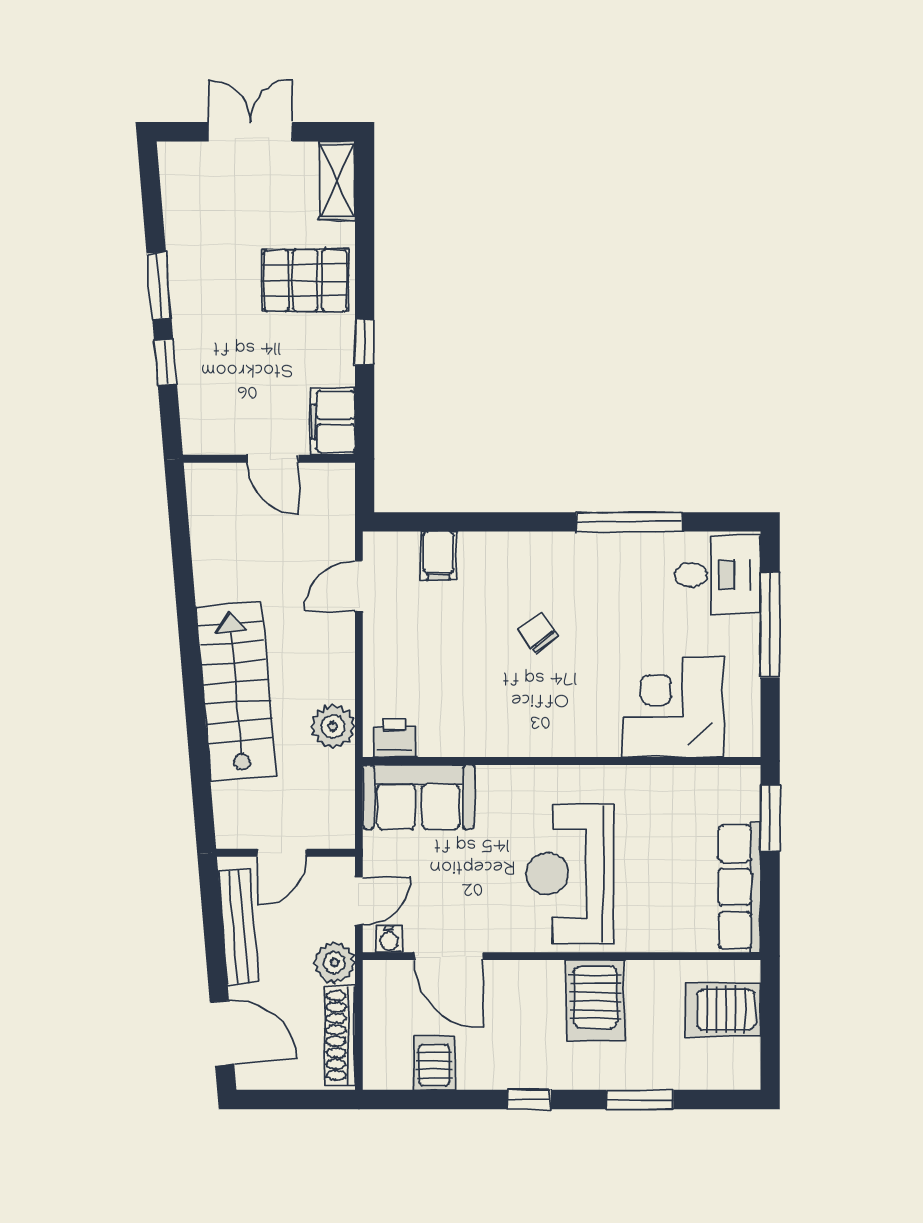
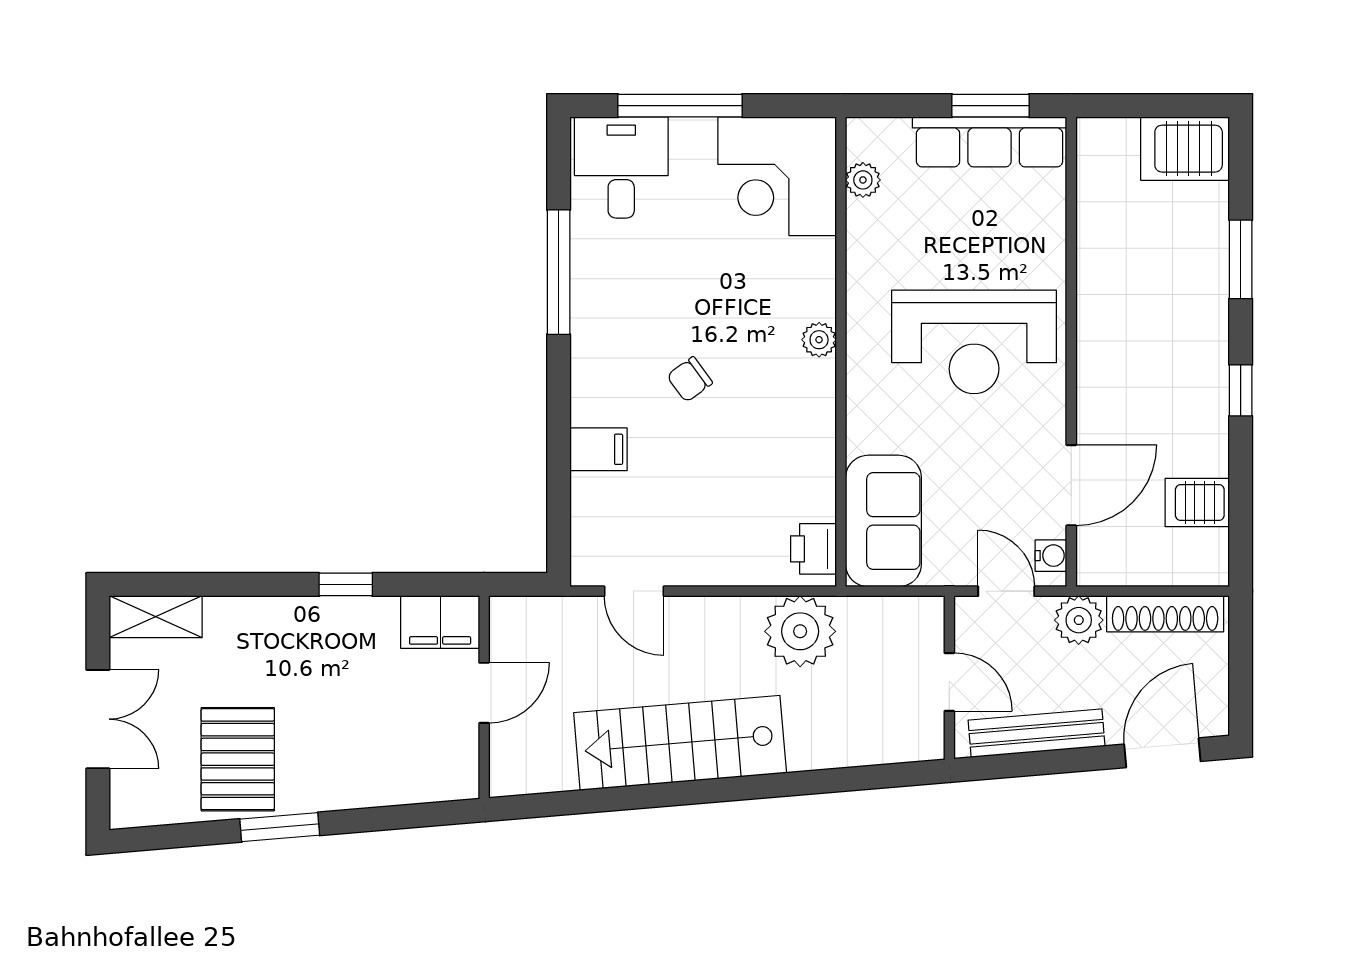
double door: (251, 132) -> (98, 719), swing flipped
pallet: (305, 281) -> (238, 759), moved
window: (165, 362) -> (370, 820), removed
filing cabinet: (438, 556) -> (598, 449), moved
stairs: (236, 692) -> (680, 743), moved
corner desk: (673, 707) -> (777, 176), moved
plant: (333, 726) -> (800, 631), width x1.36, depth x1.36
plant: (572, 742) -> (819, 340), added
plant: (707, 780) -> (863, 180), added
window: (770, 818) -> (991, 106), moved
server rack: (595, 1001) -> (1124, 312), removed
server rack: (723, 1010) -> (1185, 149), moved, turned 90

